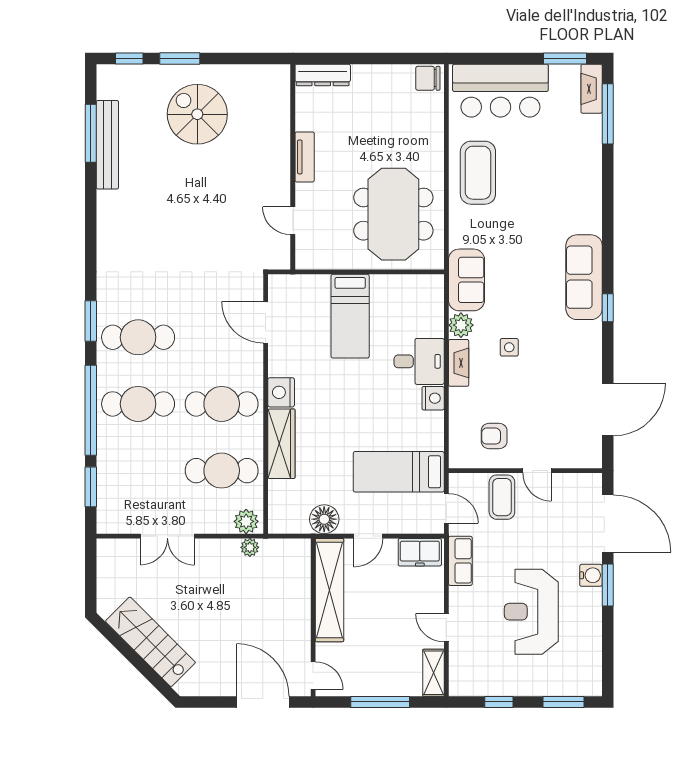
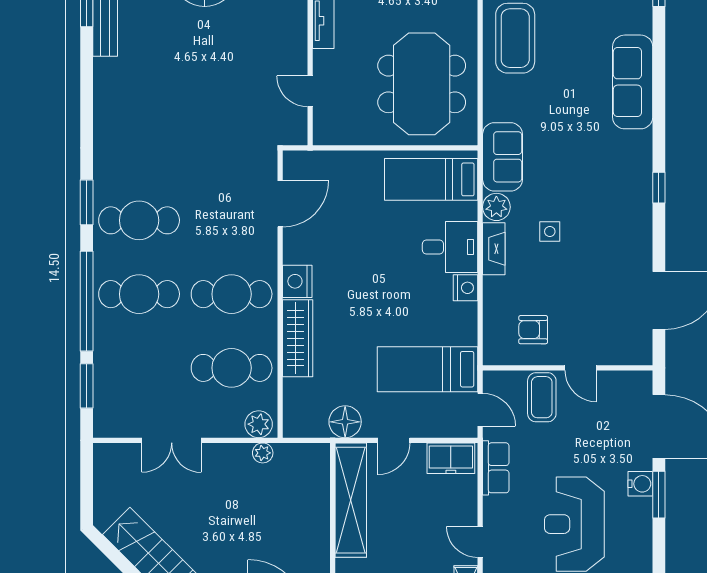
sofa: (584, 277) -> (633, 82), moved
bed: (350, 316) -> (431, 179), moved, turned 90
door: (266, 322) -> (280, 204), swing flipped

